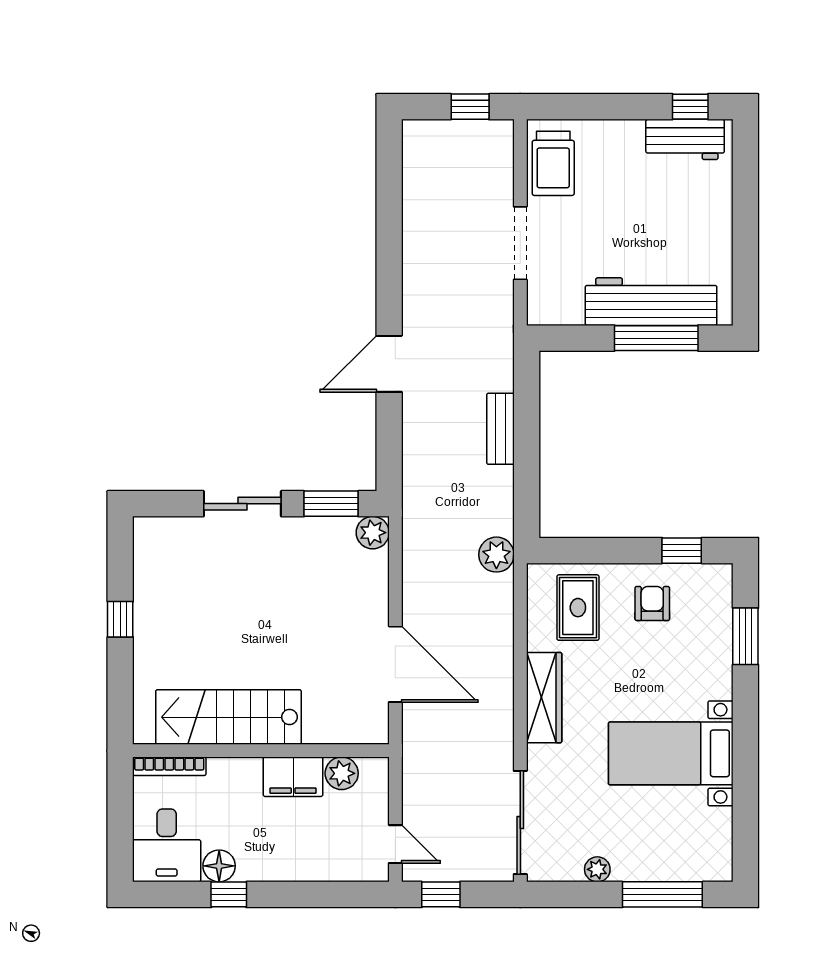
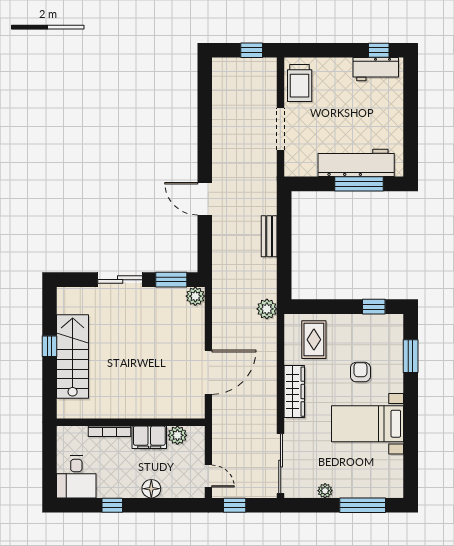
door: (389, 364) -> (205, 199), hinge flipped
armchair: (652, 603) -> (360, 372), moved
door: (395, 664) -> (208, 372), hinge flipped
stairs: (228, 717) -> (73, 357), moved, turned 90
bookcase: (169, 766) -> (110, 431), moved
floor lamp: (219, 866) -> (151, 489), moved

